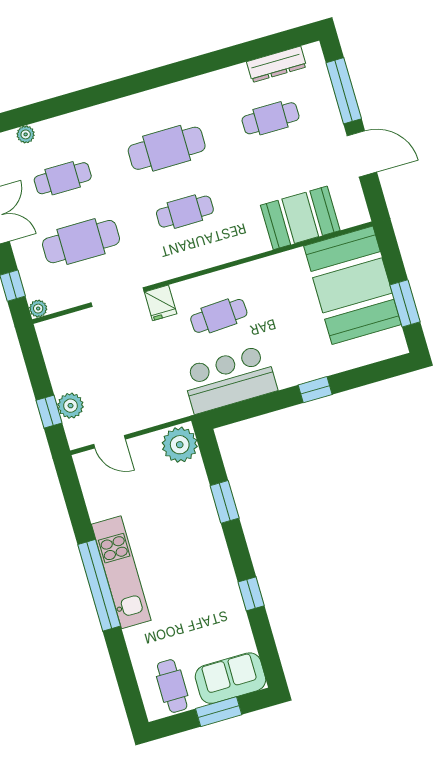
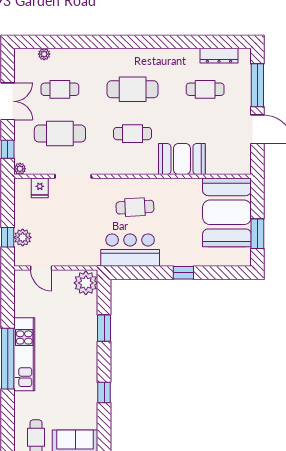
booth: (300, 218) -> (182, 159), moved
fridge: (161, 303) -> (40, 188), moved

